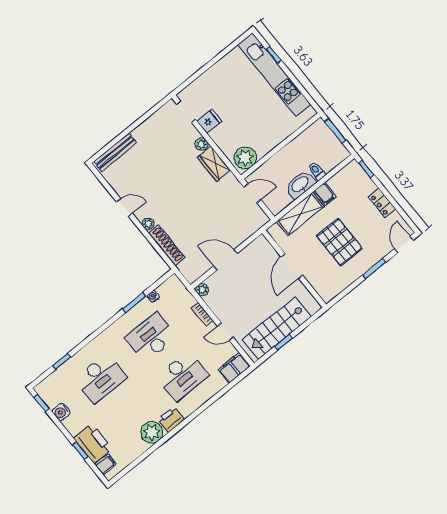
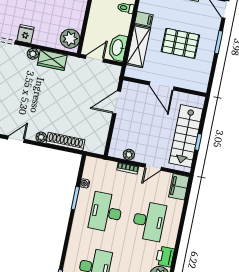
washbasin: (300, 185) -> (118, 48), moved
door: (225, 260) -> (117, 102), moved
plant: (202, 290) -> (129, 155), moved

